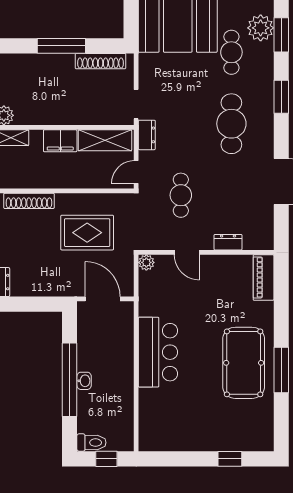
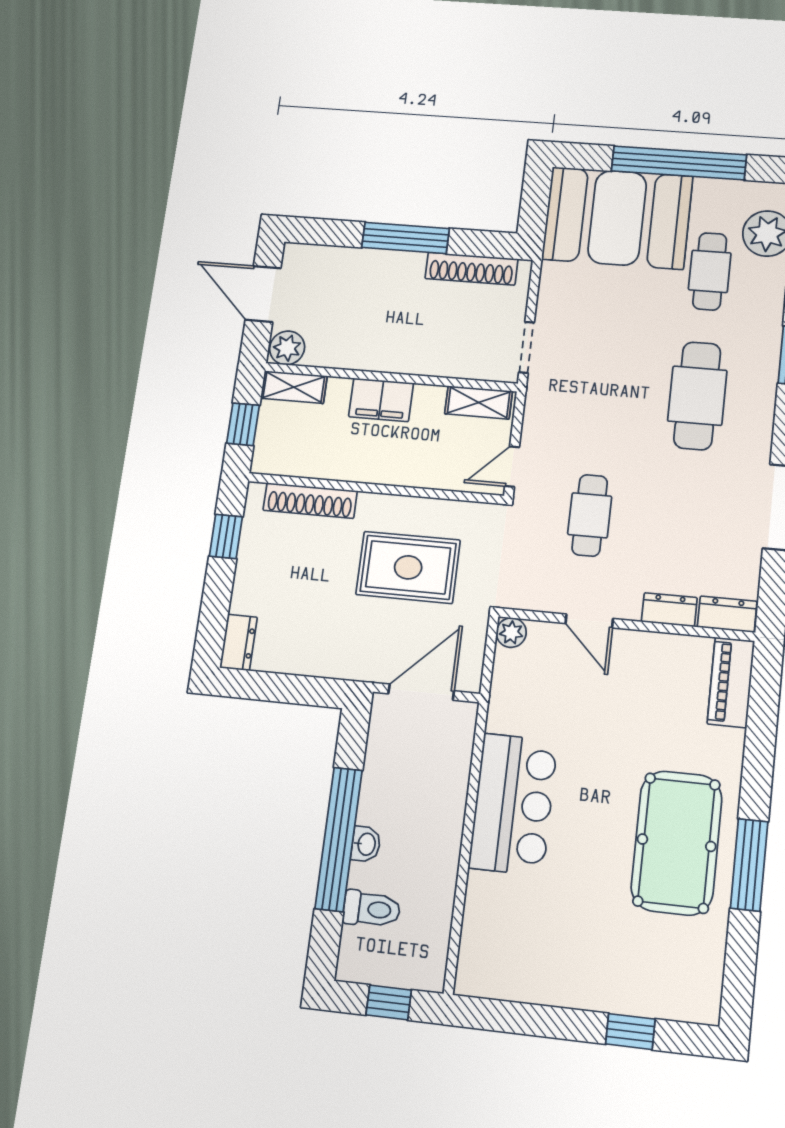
dresser: (147, 135) -> (727, 614), moved, turned -90
shelving: (105, 140) -> (479, 402), width x0.67, depth x0.75
door: (103, 299) -> (421, 692), hinge flipped
toilet: (91, 443) -> (372, 909), moved

